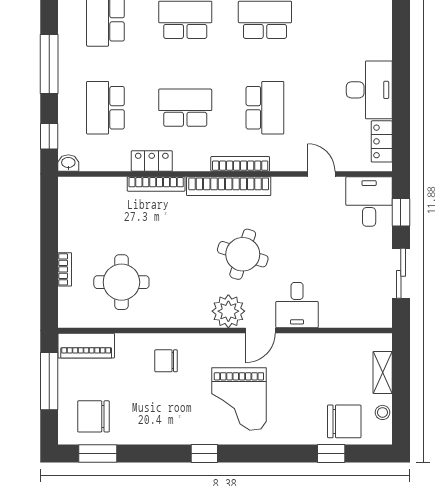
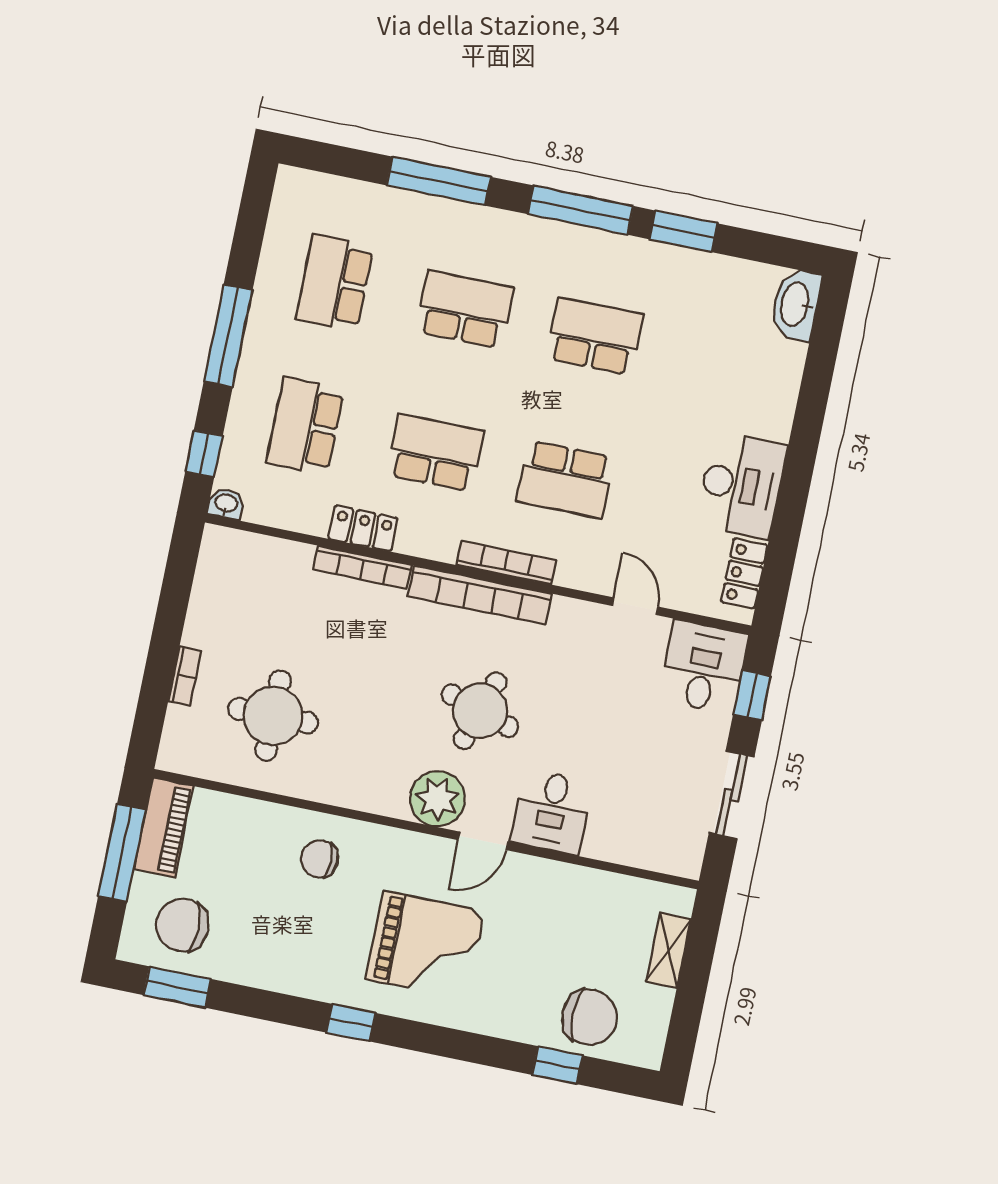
school desk: (265, 108) -> (565, 479), turned 90
piano: (86, 346) -> (164, 828), moved, turned -90
grand piano: (239, 399) -> (425, 945), turned -90
stool: (383, 412) -> (655, 1015), removed

